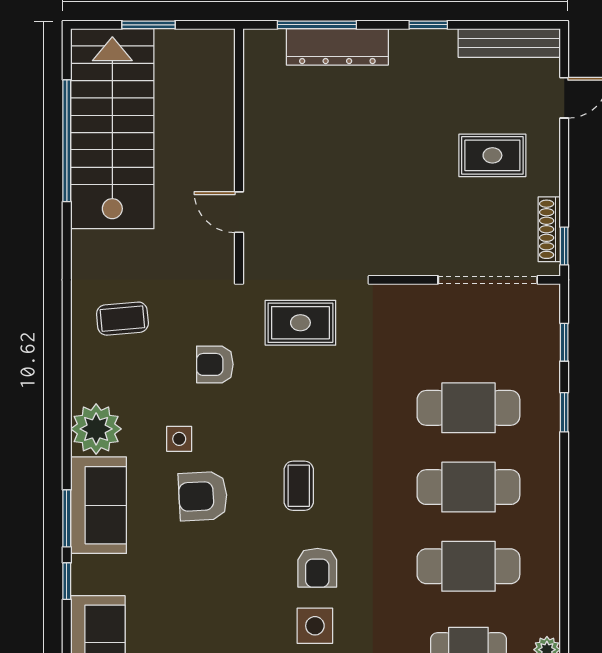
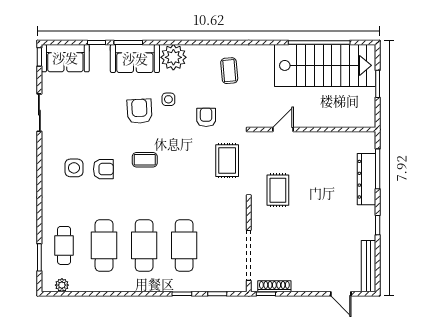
rug: (492, 155) -> (278, 190), moved
armchair: (317, 568) -> (103, 169), turned 180

